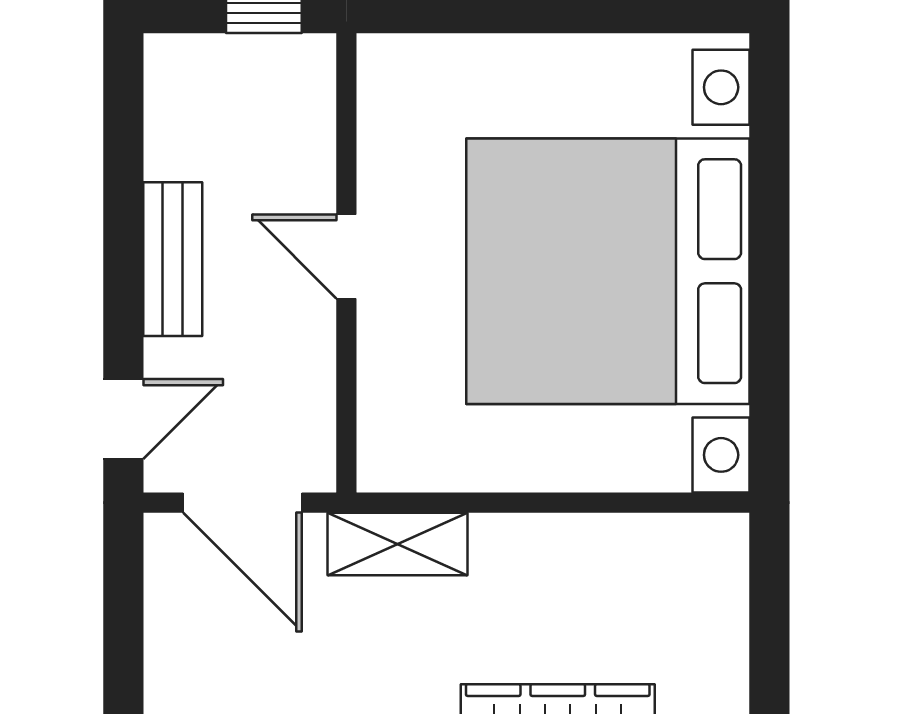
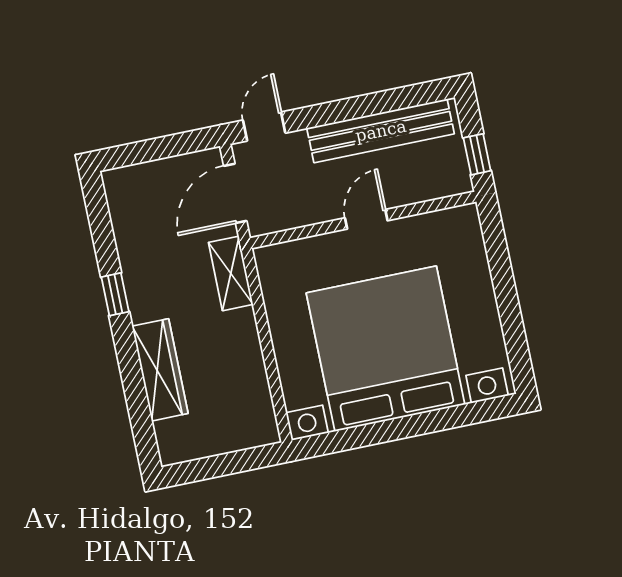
bench: (173, 259) -> (381, 131), width x1.86, depth x1.21
door: (123, 419) -> (264, 127), swing flipped

